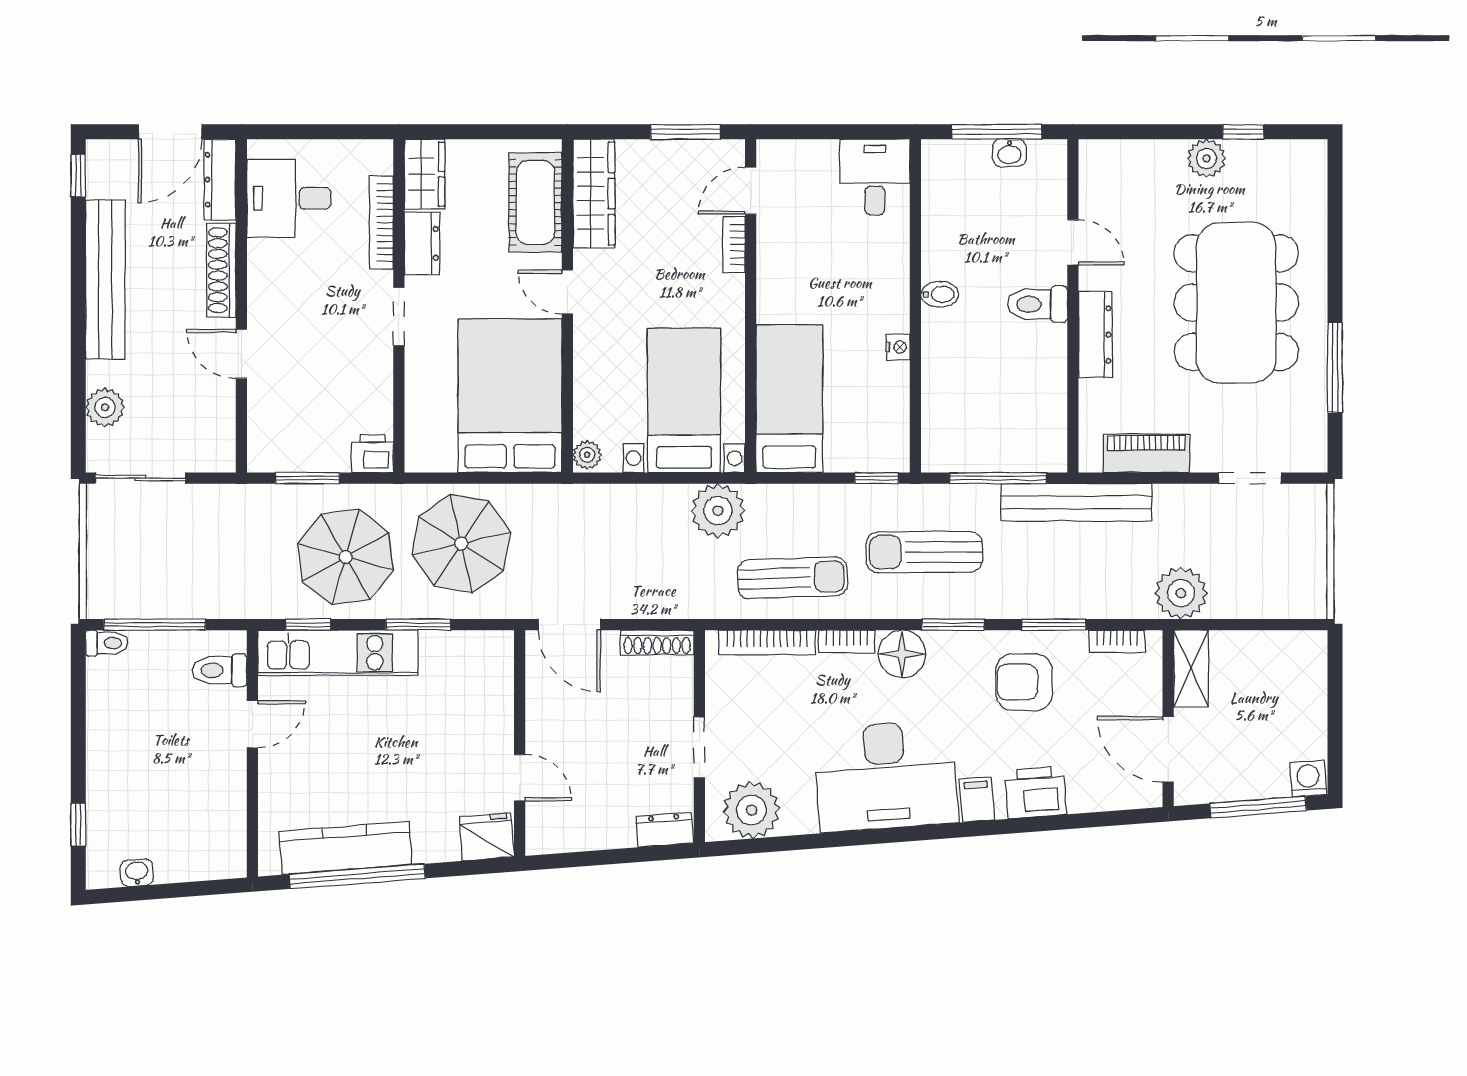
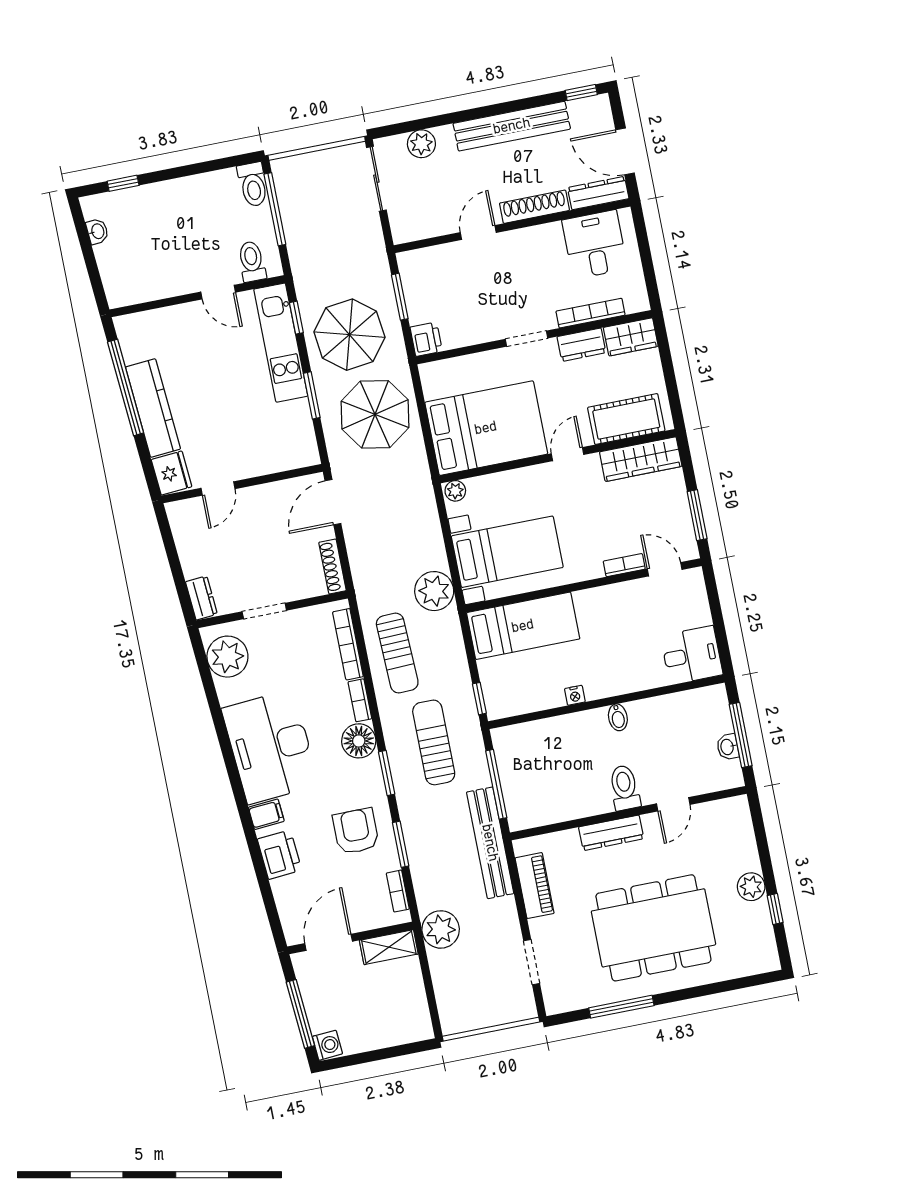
toilet: (107, 643) -> (253, 185), width x1.37, depth x1.39
kitchen counter: (346, 848) -> (153, 408), moved

